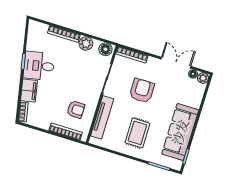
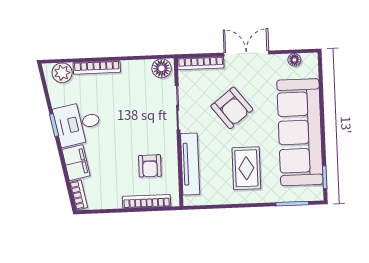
plant: (86, 44) -> (62, 73), moved
double door: (176, 63) -> (246, 53), moved
plant: (203, 78) -> (310, 61), removed
armchair: (142, 91) -> (232, 108), turned 142
armchair: (76, 109) -> (150, 166), turned 90
sofa: (180, 132) -> (300, 132), width x1.36, depth x1.27

